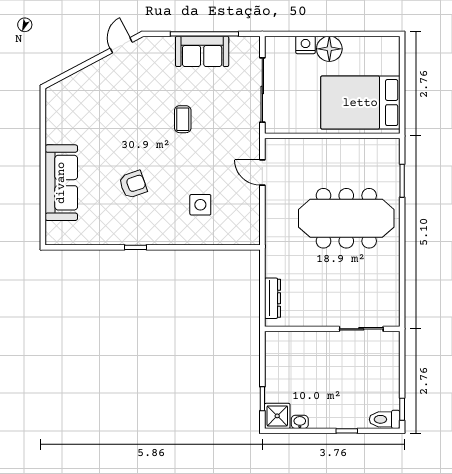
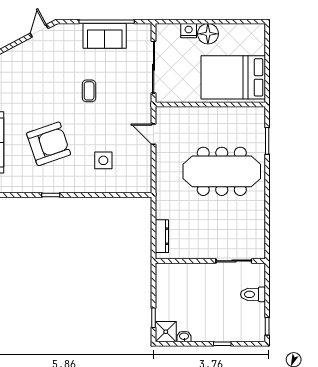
armchair: (133, 184) -> (49, 144), width x1.88, depth x1.88
toilet: (385, 419) -> (253, 294), moved

